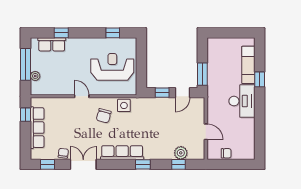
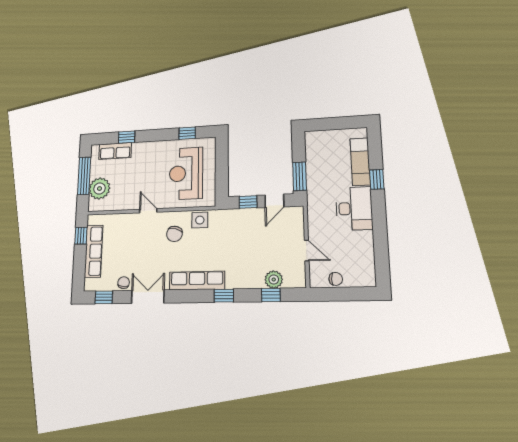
reception desk: (112, 67) -> (186, 173), turned -90
plant: (35, 76) -> (99, 189), width x1.87, depth x1.87

